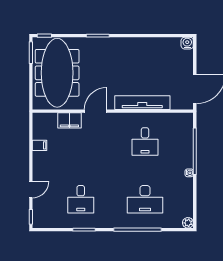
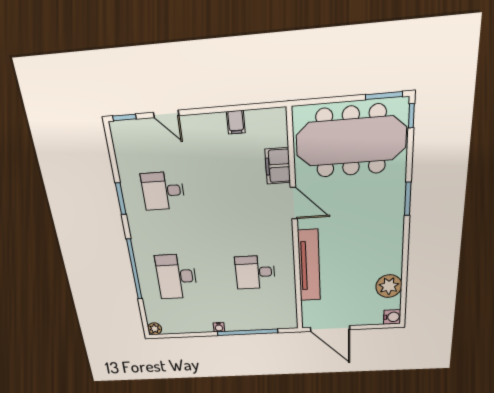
plant: (162, 46) -> (389, 286), added

